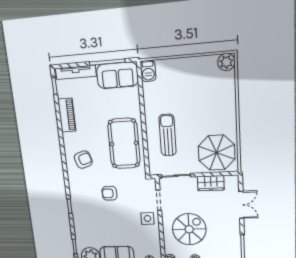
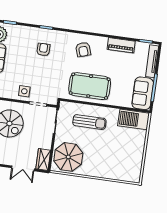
plant: (226, 62) -> (134, 176), removed
barbecue: (148, 71) -> (133, 119), width x1.88, depth x1.53
wardrobe: (211, 183) -> (43, 159), moved
armchair: (109, 193) -> (43, 50), moved

